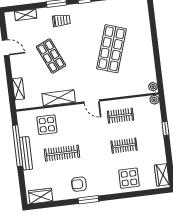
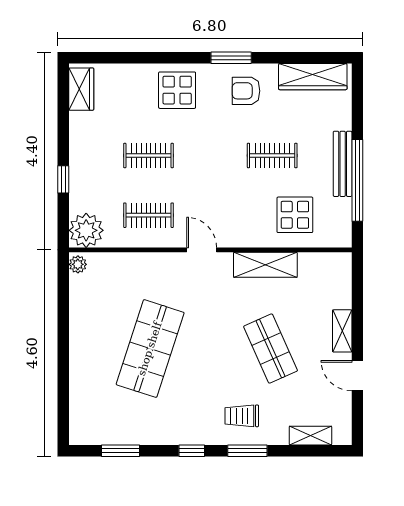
shelving: (18, 89) -> (342, 331), moved
plant: (154, 100) -> (86, 230), width x1.87, depth x1.87
clothes rail: (62, 153) -> (272, 155), width x0.73
display table: (129, 178) -> (177, 90), moved
armchair: (79, 184) -> (246, 91), turned 180
wardrobe: (41, 196) -> (313, 77), width x1.50

